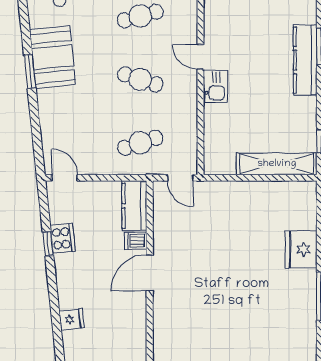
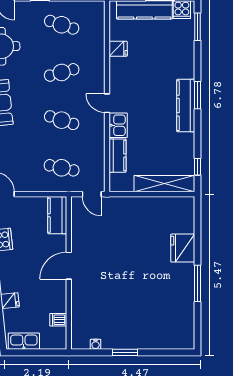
kitchen counter: (215, 126) -> (118, 156), added
cafe table: (140, 143) -> (62, 168), turned 30
dishwasher: (136, 241) -> (58, 320), moved

